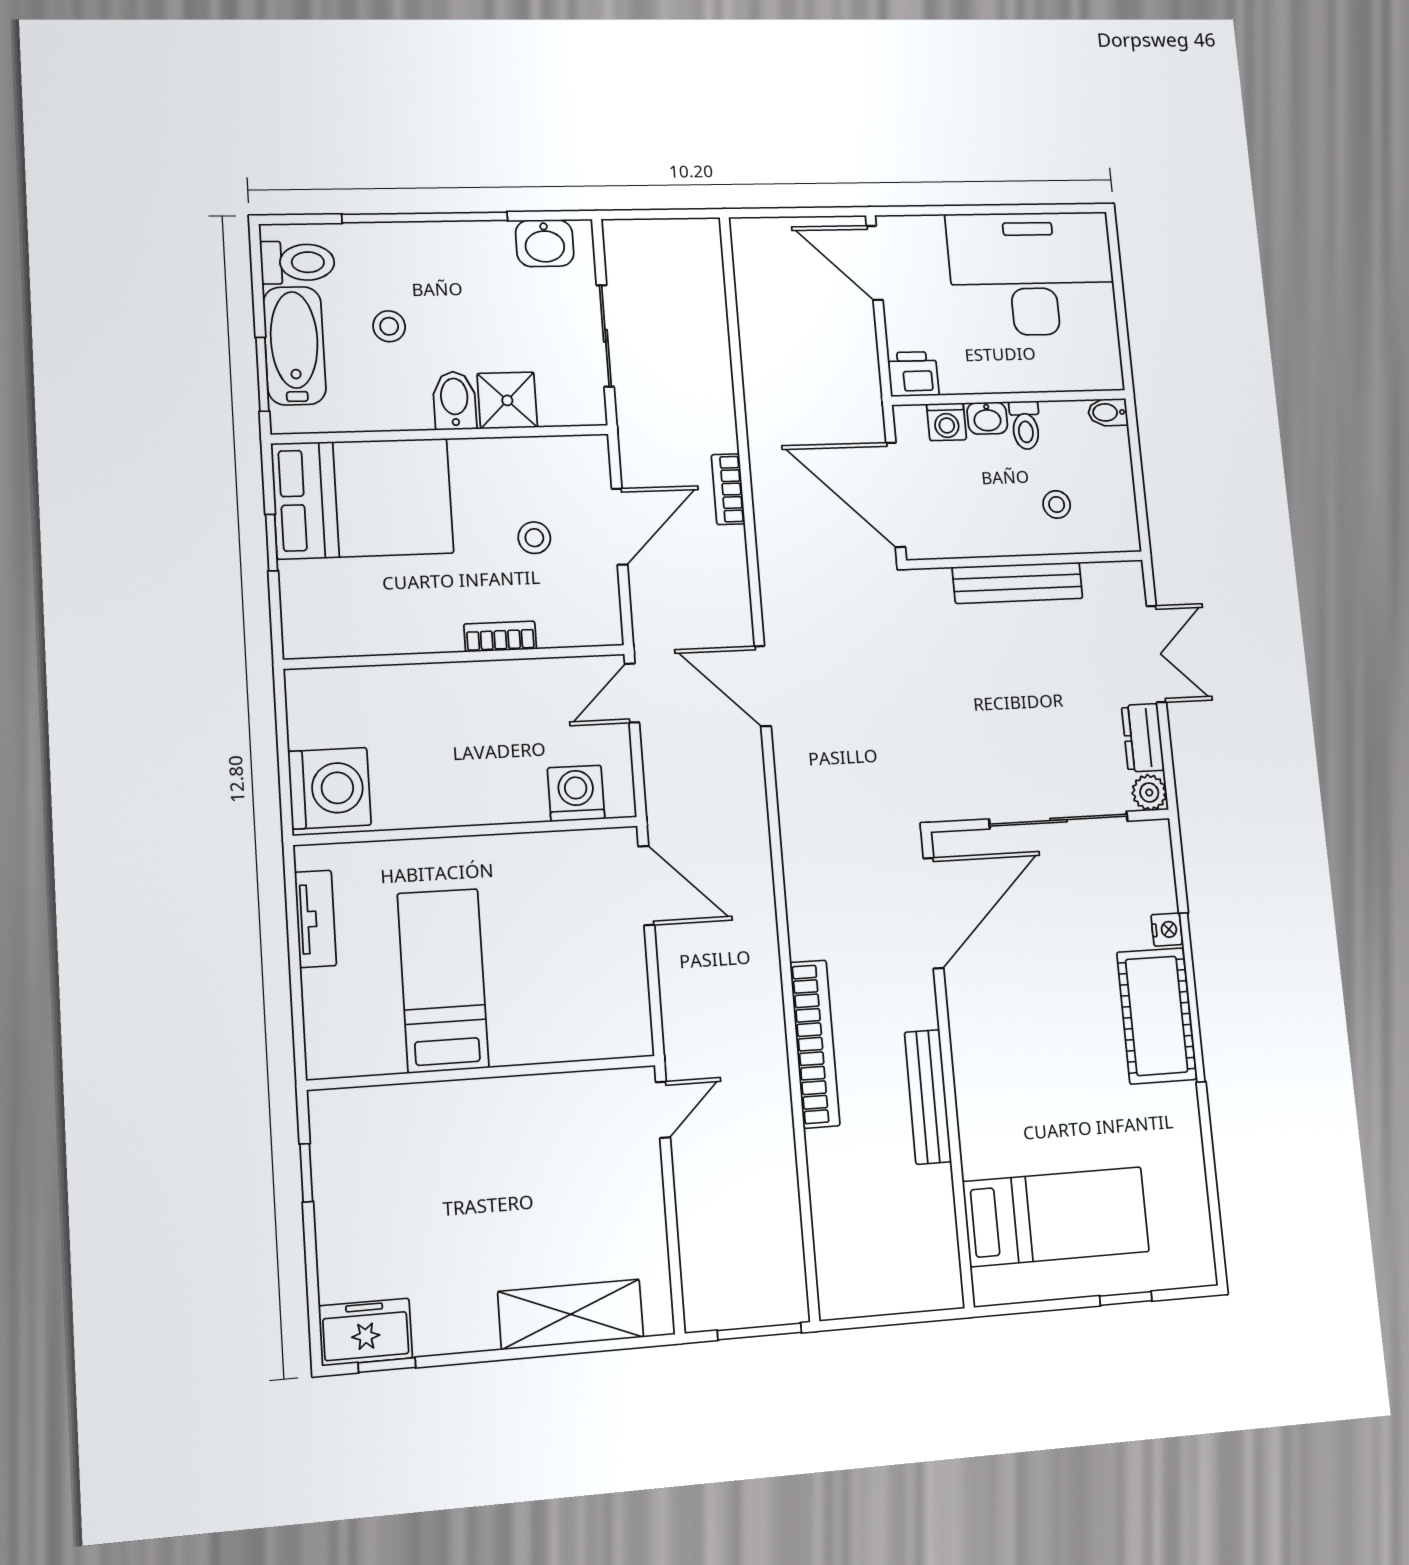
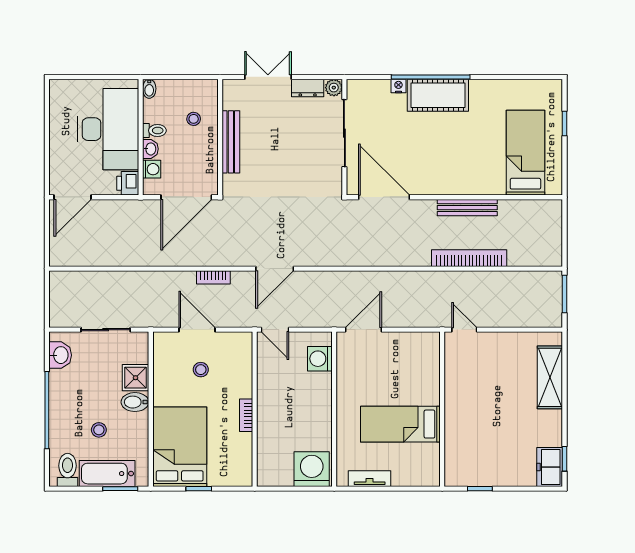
desk: (1032, 274) -> (108, 129), moved, turned 180
bookcase: (728, 489) -> (213, 277), moved
bookcase: (500, 636) -> (246, 415), moved
bookcase: (815, 1044) -> (469, 258), moved

